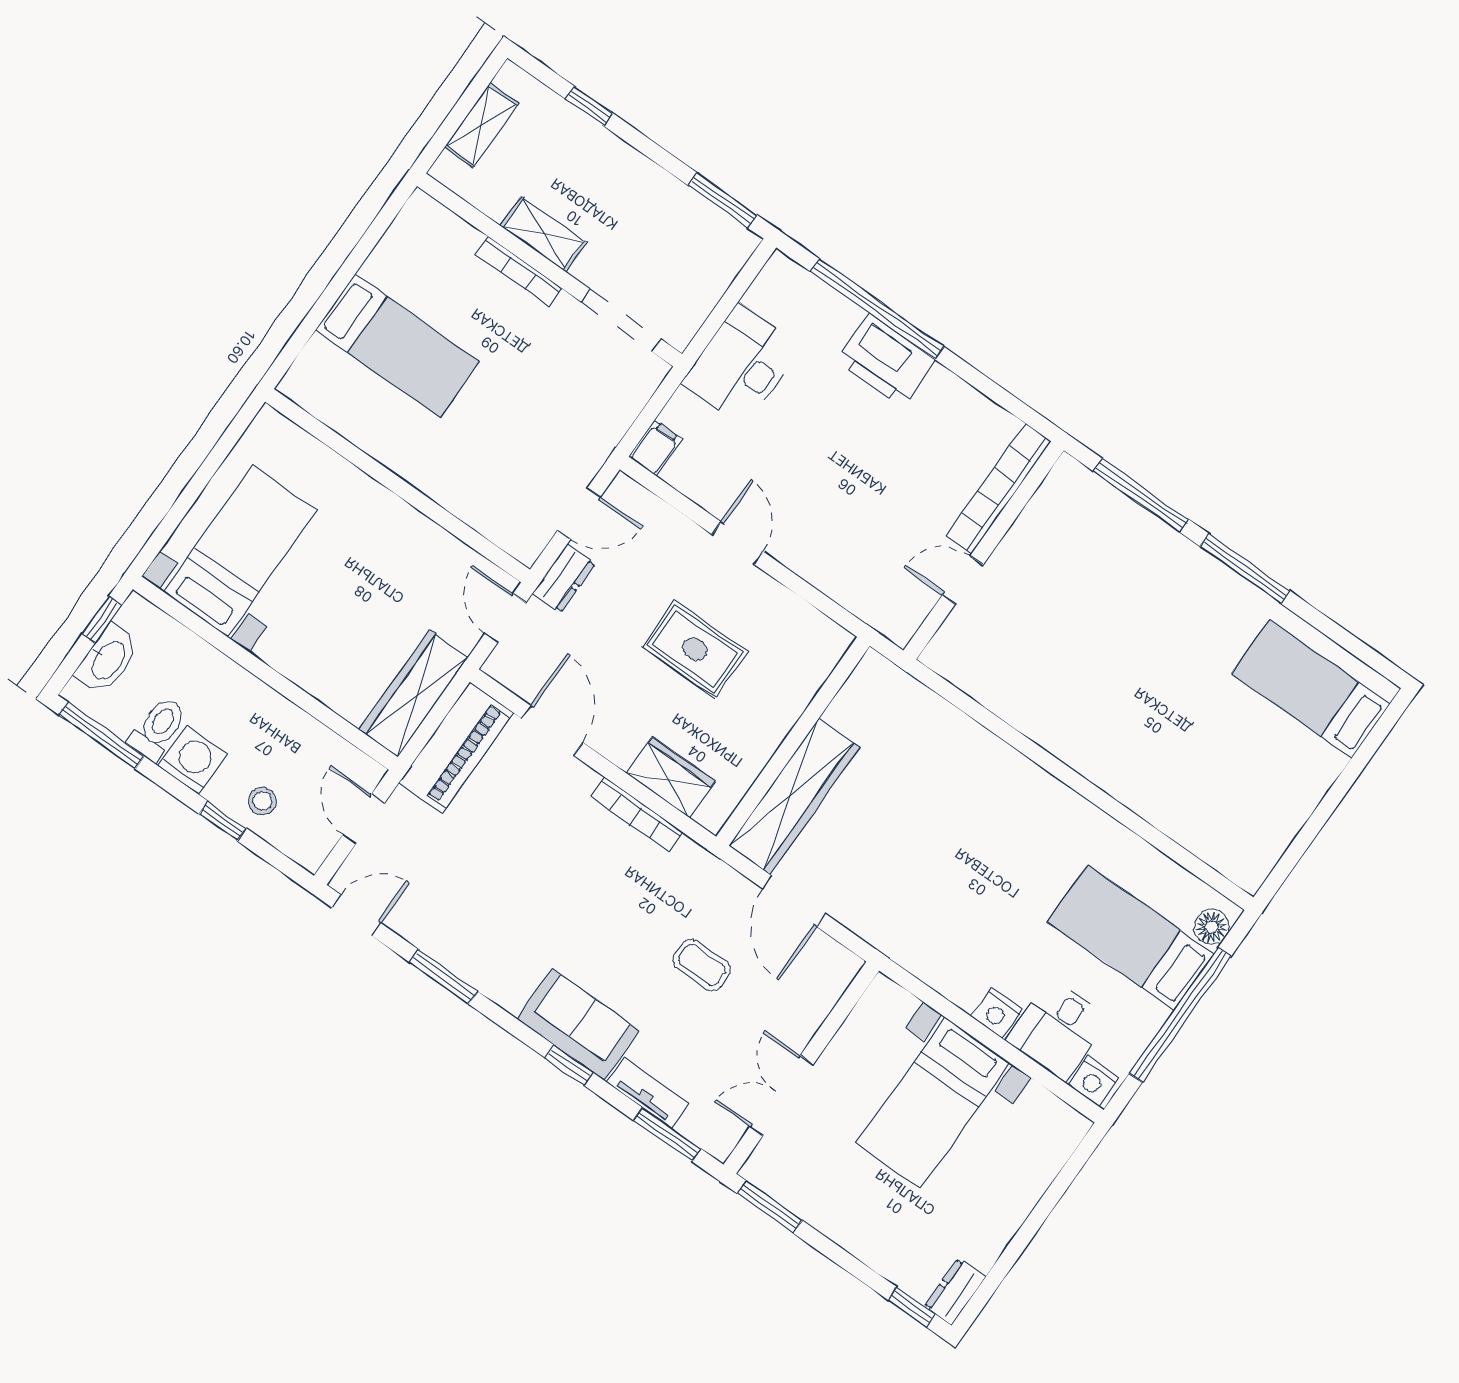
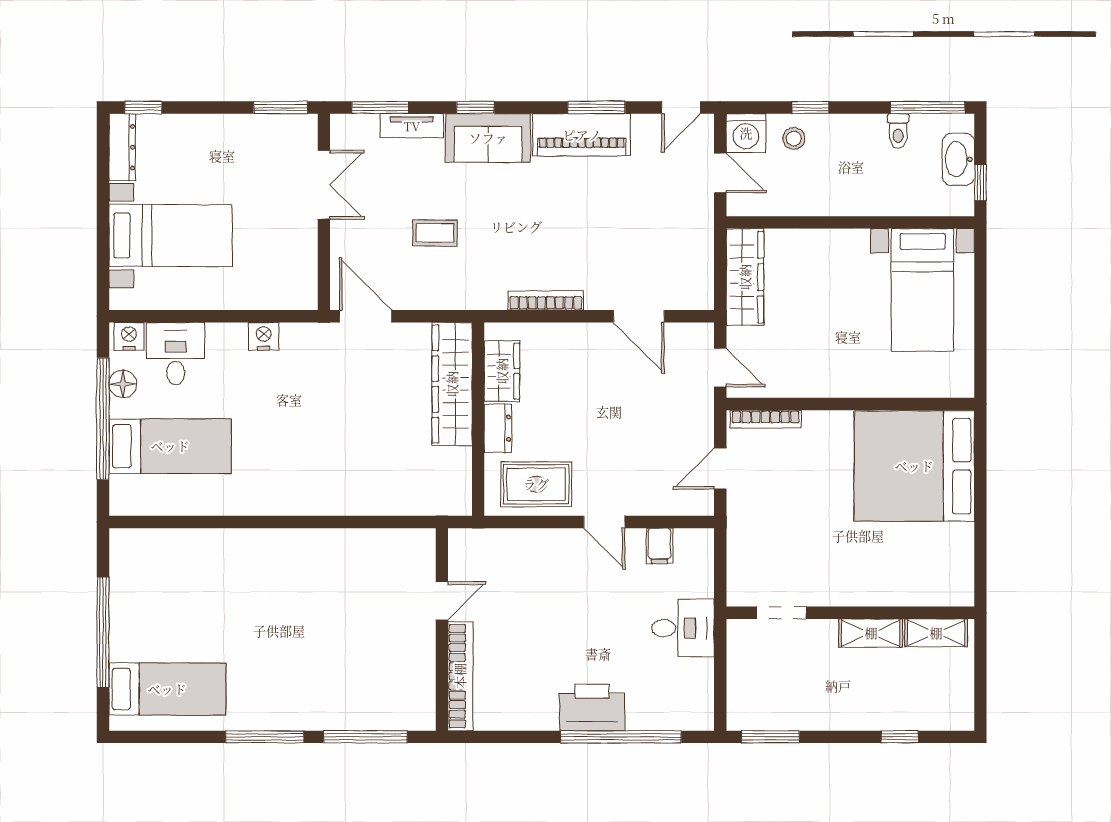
shelving: (482, 125) -> (936, 633), moved, turned 90
bookcase: (519, 272) -> (766, 419), moved, turned 180
doorway: (621, 320) -> (781, 613), width x0.73
bed: (397, 346) -> (914, 466), width x2.04
desk: (741, 365) -> (683, 628), width x0.73
filing cabinet: (655, 448) -> (660, 546), moved
dresser: (564, 578) -> (498, 428), moved, turned 180
rug: (695, 649) -> (536, 484), moved
toilet: (158, 729) -> (898, 131), width x0.73, depth x0.72
piano: (456, 748) -> (582, 135), moved, turned -90
washing machine: (193, 760) -> (746, 133), moved
wardrobe: (671, 777) -> (502, 371), moved, turned -90
window: (1336, 795) -> (103, 632), added
door: (794, 901) -> (366, 316), moved
floor lamp: (1211, 927) -> (123, 384), moved
nightstand: (997, 1013) -> (264, 336), moved
bed with nightstands: (933, 1103) -> (171, 235), moved, turned 90
dresser: (955, 1292) -> (122, 147), width x1.44

